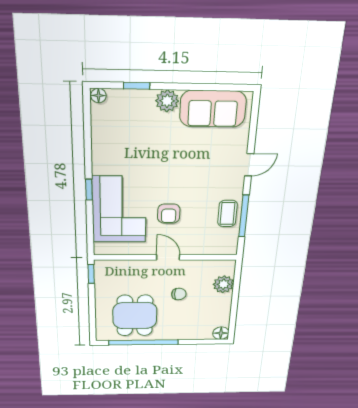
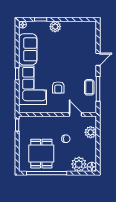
sofa: (213, 109) -> (28, 49), moved, turned -90
door: (168, 257) -> (76, 114), moved
plant: (199, 330) -> (79, 164), added

